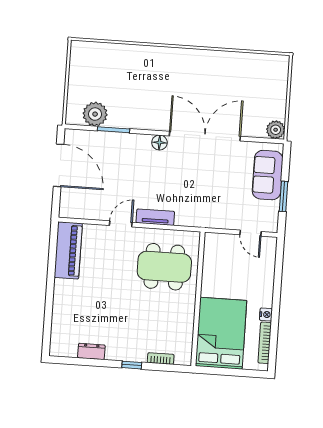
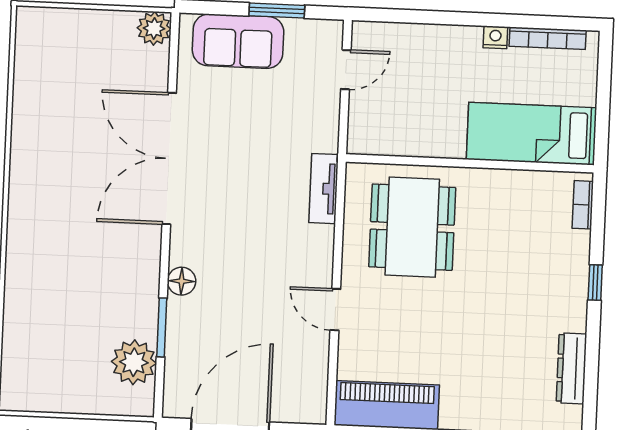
floor lamp: (159, 143) -> (182, 281), moved
tv unit: (155, 217) -> (324, 189), moved
bed: (221, 333) -> (532, 134), width x0.67
dresser: (91, 351) -> (571, 368), width x1.44
bookcase: (161, 359) -> (583, 205), moved

